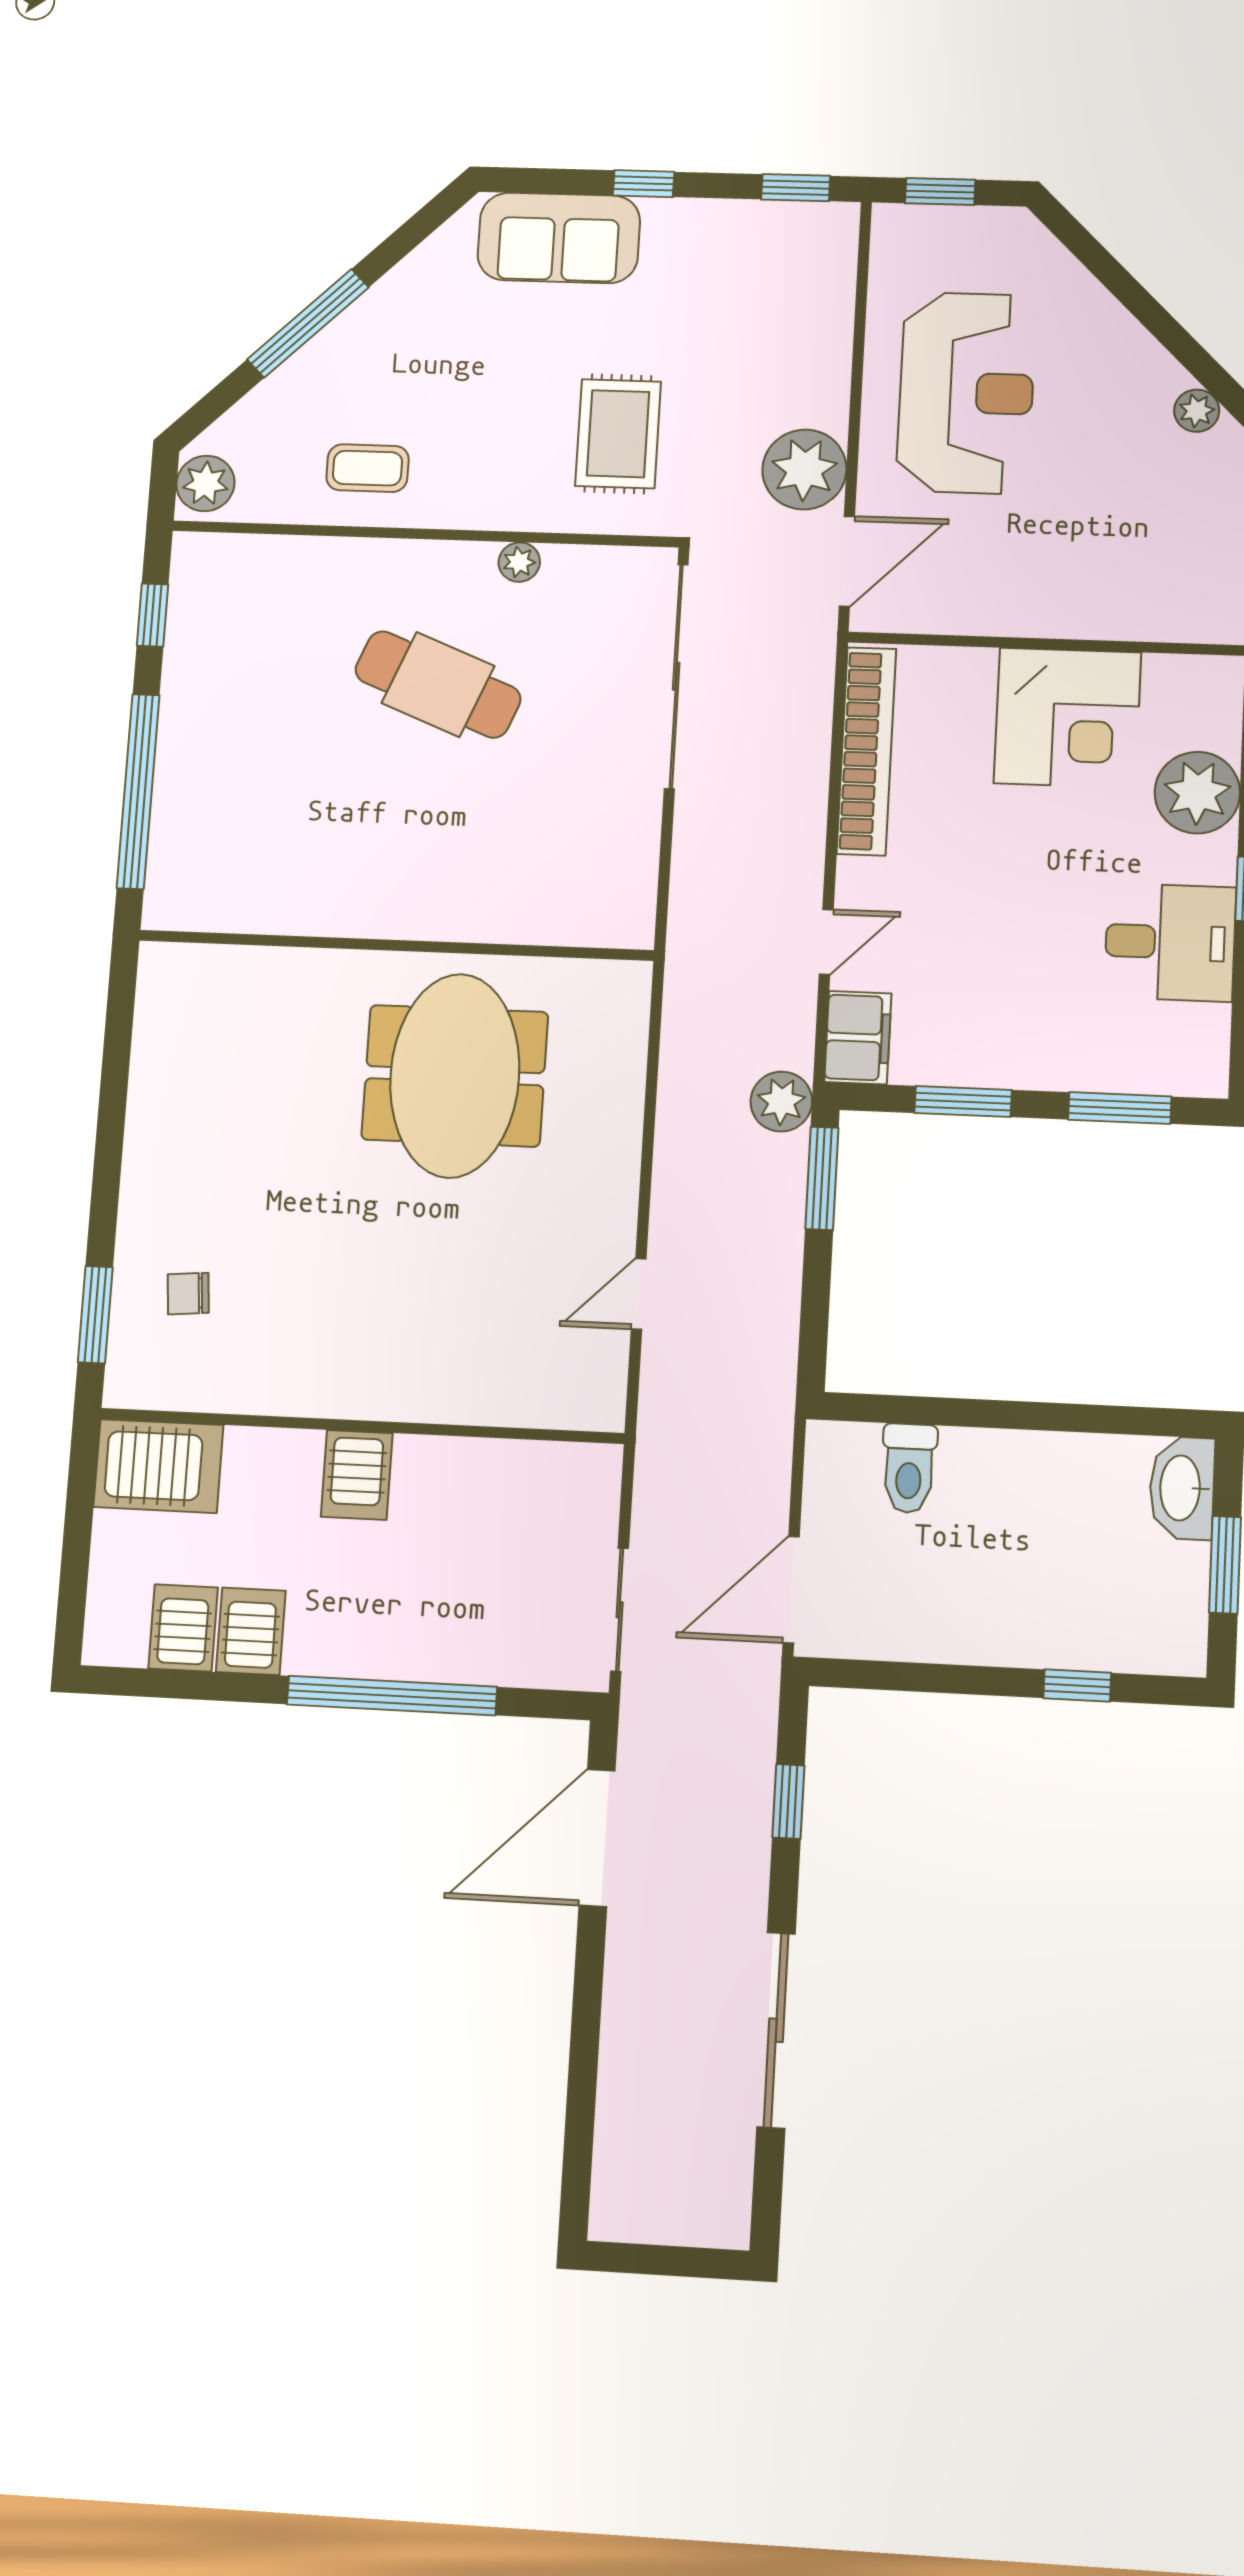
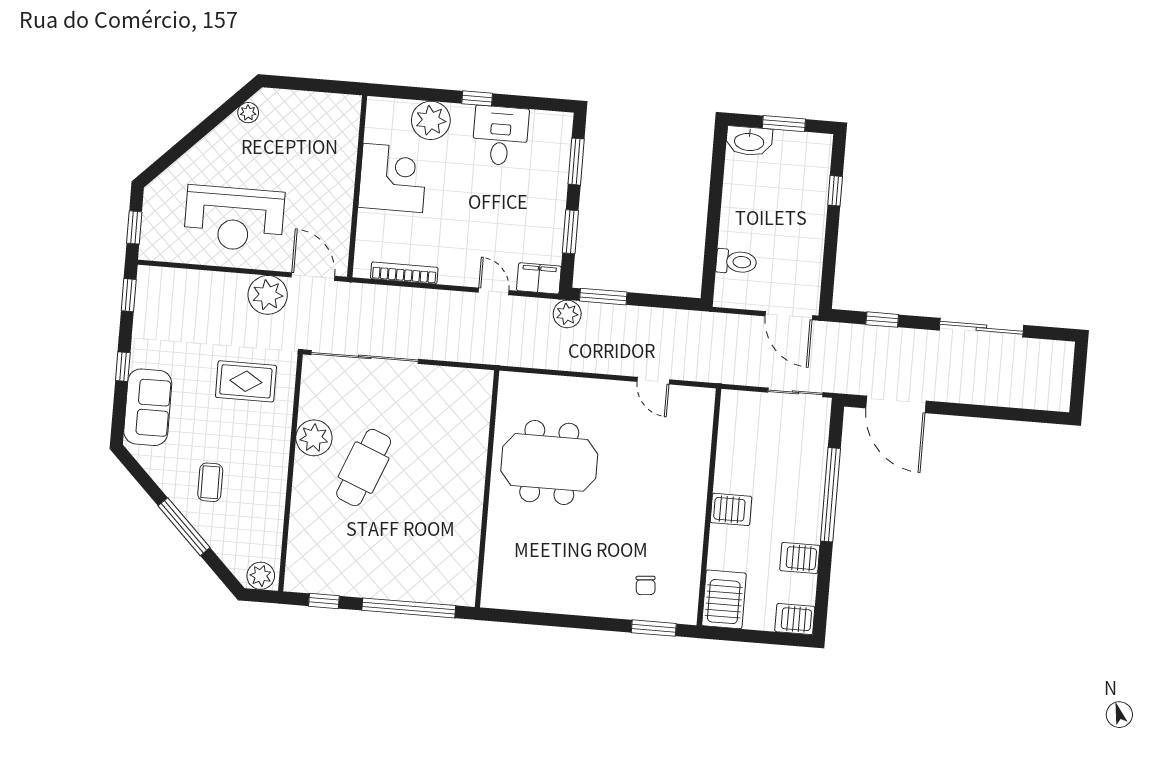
reception desk: (966, 393) -> (234, 219), turned 180
coffee table: (368, 468) -> (210, 482), moved
plant: (519, 562) -> (314, 438), width x1.87, depth x1.87
bookcase: (866, 751) -> (404, 273), width x0.68, depth x0.76
server rack: (183, 1628) -> (795, 619), moved

